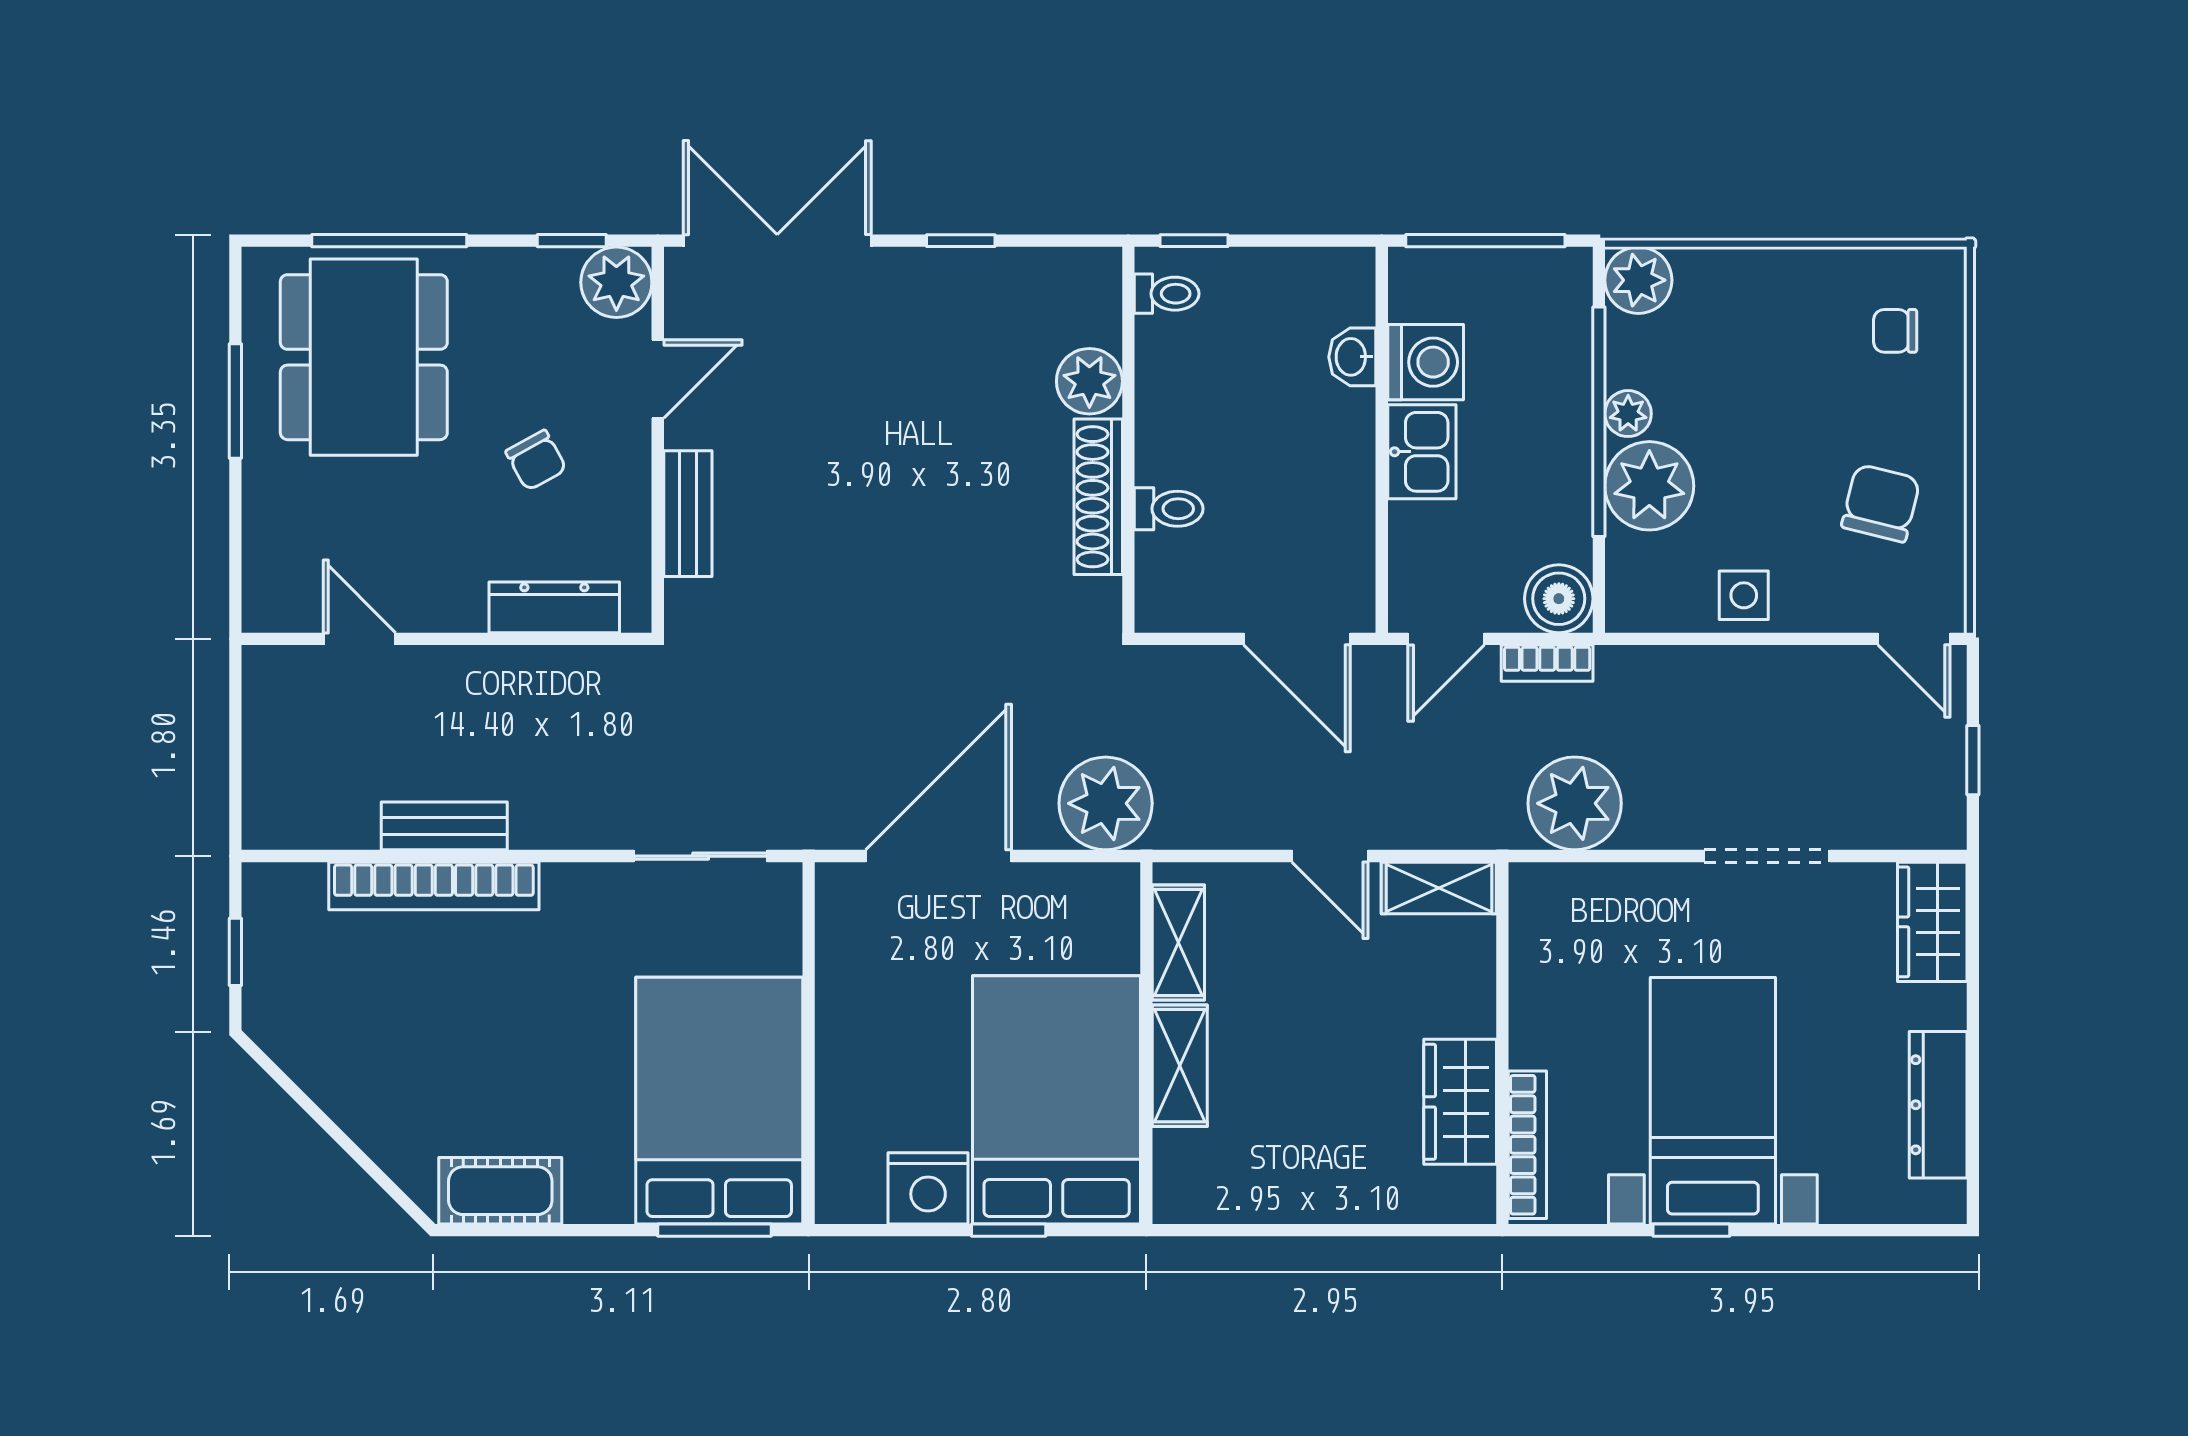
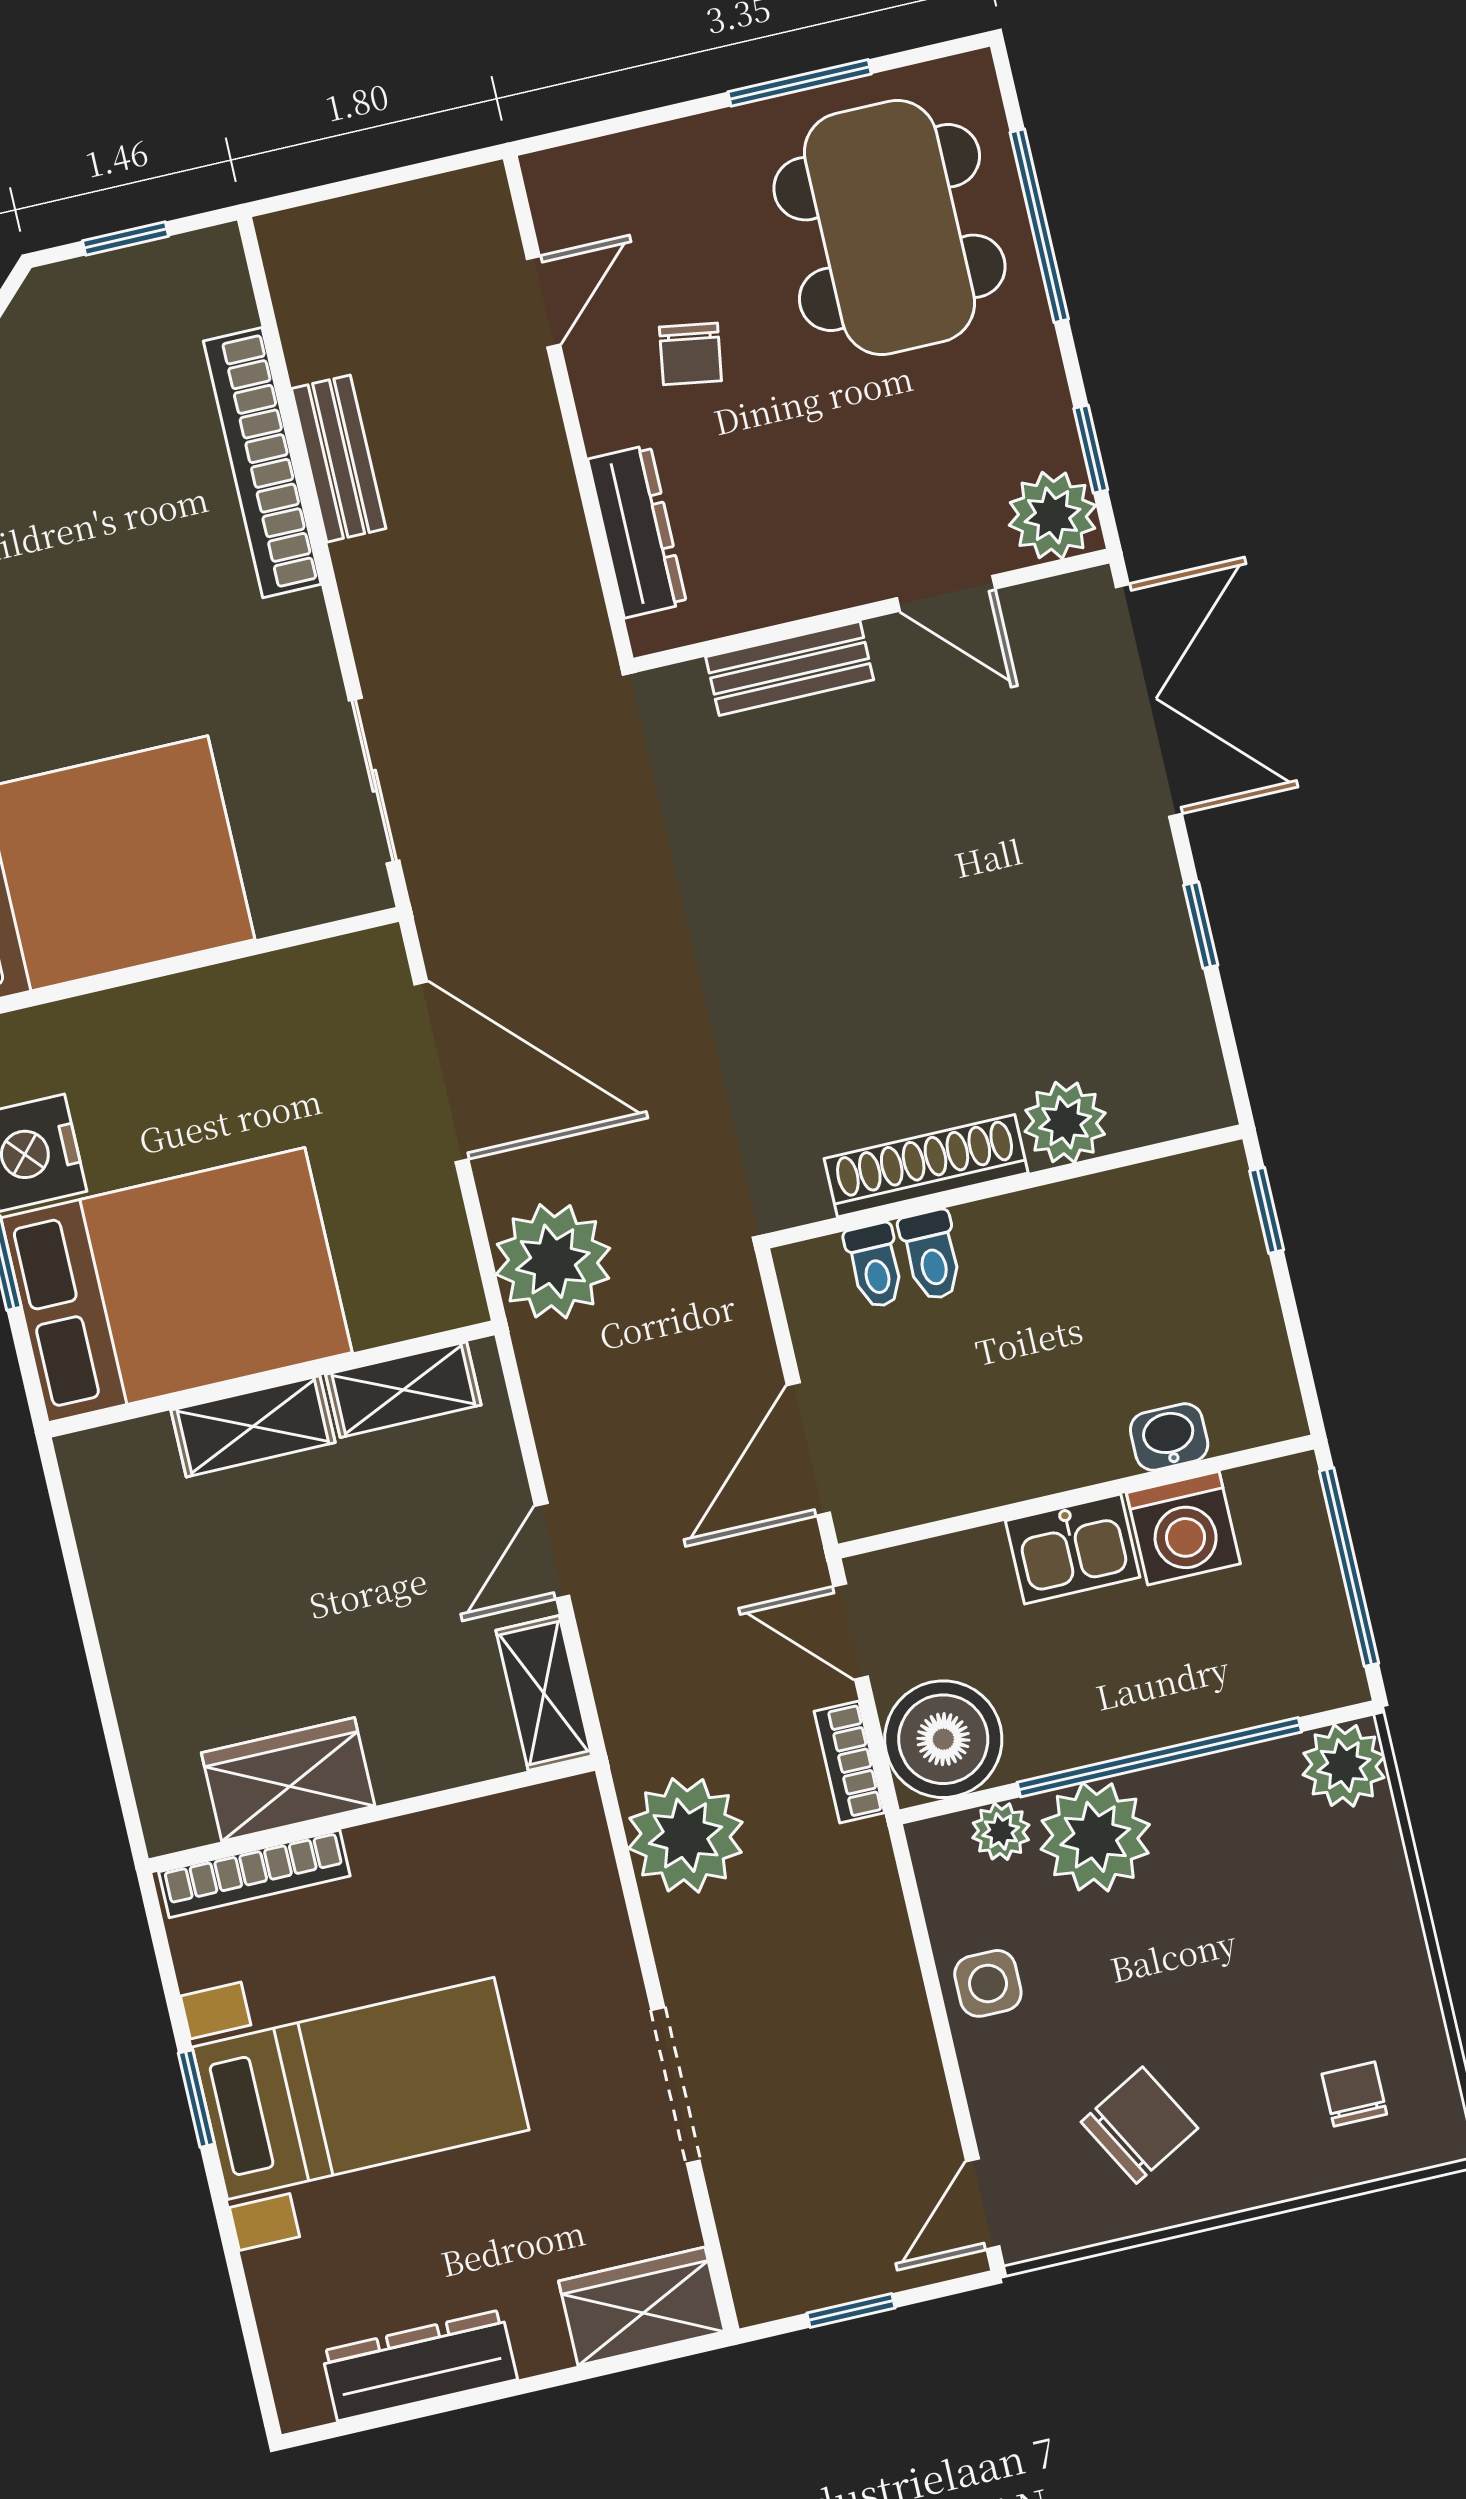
toilet: (1167, 294) -> (875, 1266), moved
dining table: (364, 357) -> (889, 228), turned 90
plant: (1628, 414) -> (1001, 1831), moved
chair: (536, 460) -> (690, 354), moved, turned -52
chair: (1881, 503) -> (1139, 2125), turned -43
boiler: (1559, 599) -> (943, 1739), width x1.37, depth x1.37

